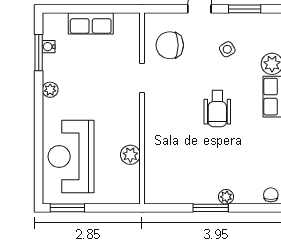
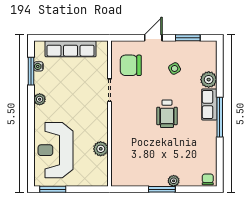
row of seats: (91, 23) -> (71, 49), width x1.48

